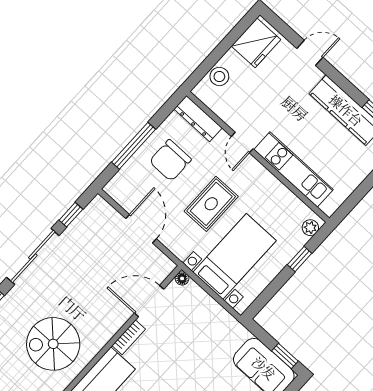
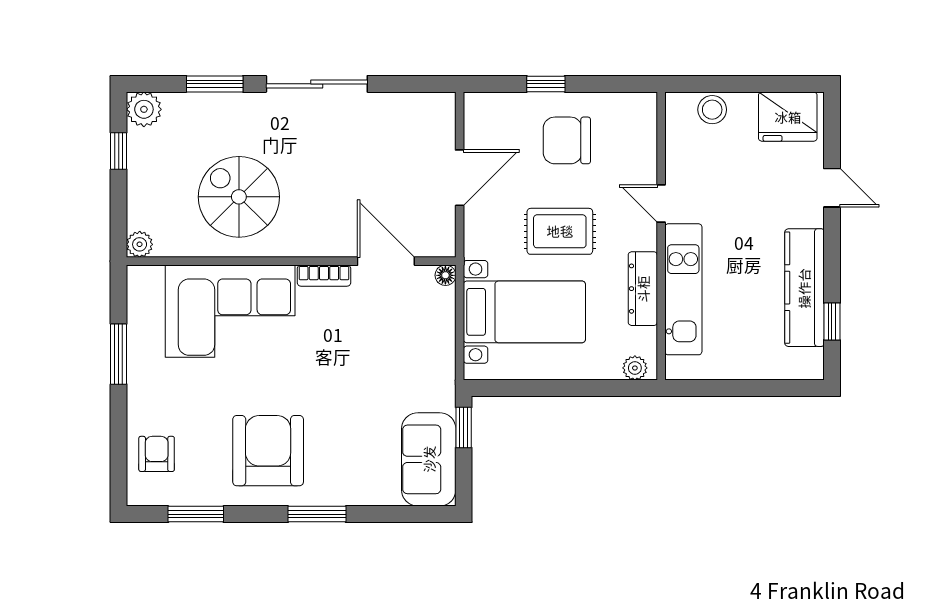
dresser: (198, 119) -> (643, 289), moved
door: (242, 143) -> (661, 204), hinge flipped
window: (134, 146) -> (546, 84), width x0.46
window: (71, 215) -> (403, 84), removed
window: (300, 259) -> (588, 388), removed
window: (285, 356) -> (464, 427), moved

